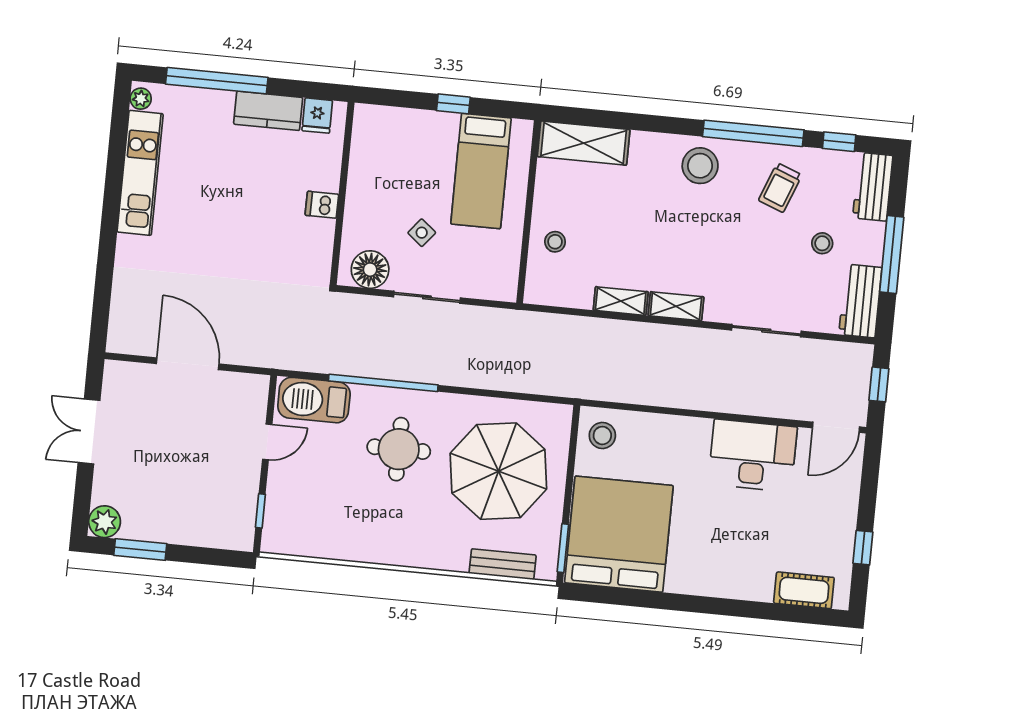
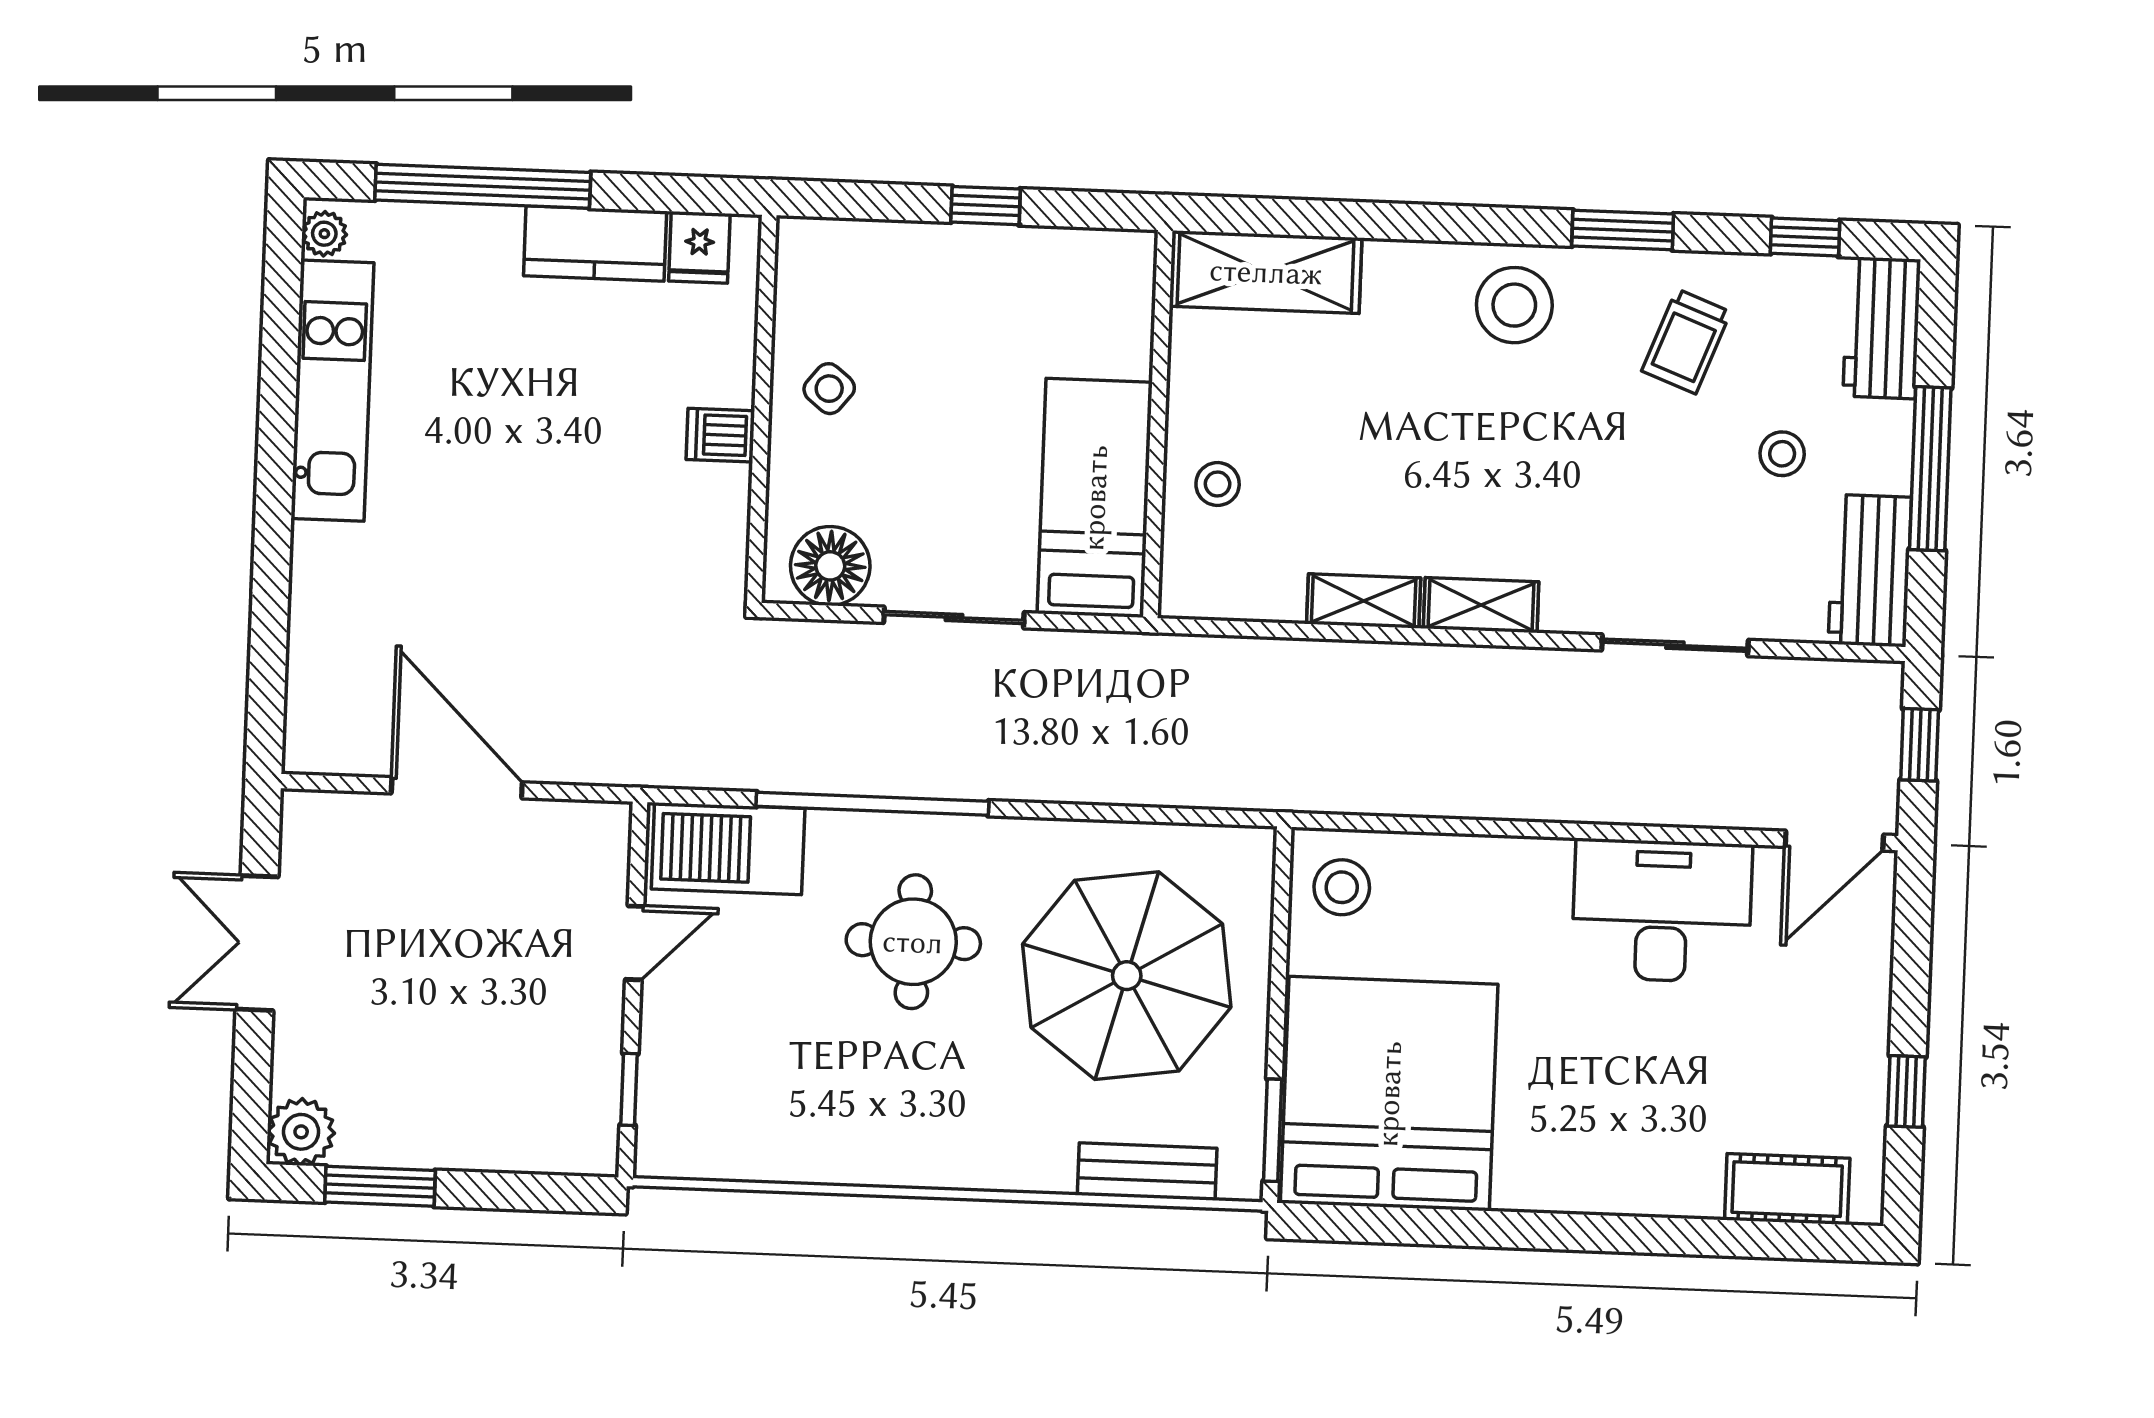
window: (753, 133) -> (1623, 230), width x0.47
bed: (481, 171) -> (1095, 498), moved, turned 180
side table: (422, 233) -> (829, 389), moved

